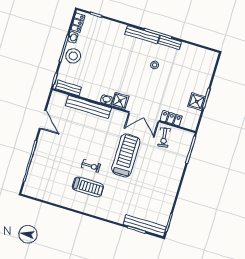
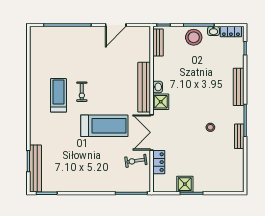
bench: (142, 35) -> (239, 87), moved
bench: (88, 107) -> (144, 87), moved
treadmill: (88, 187) -> (58, 95), turned 180

